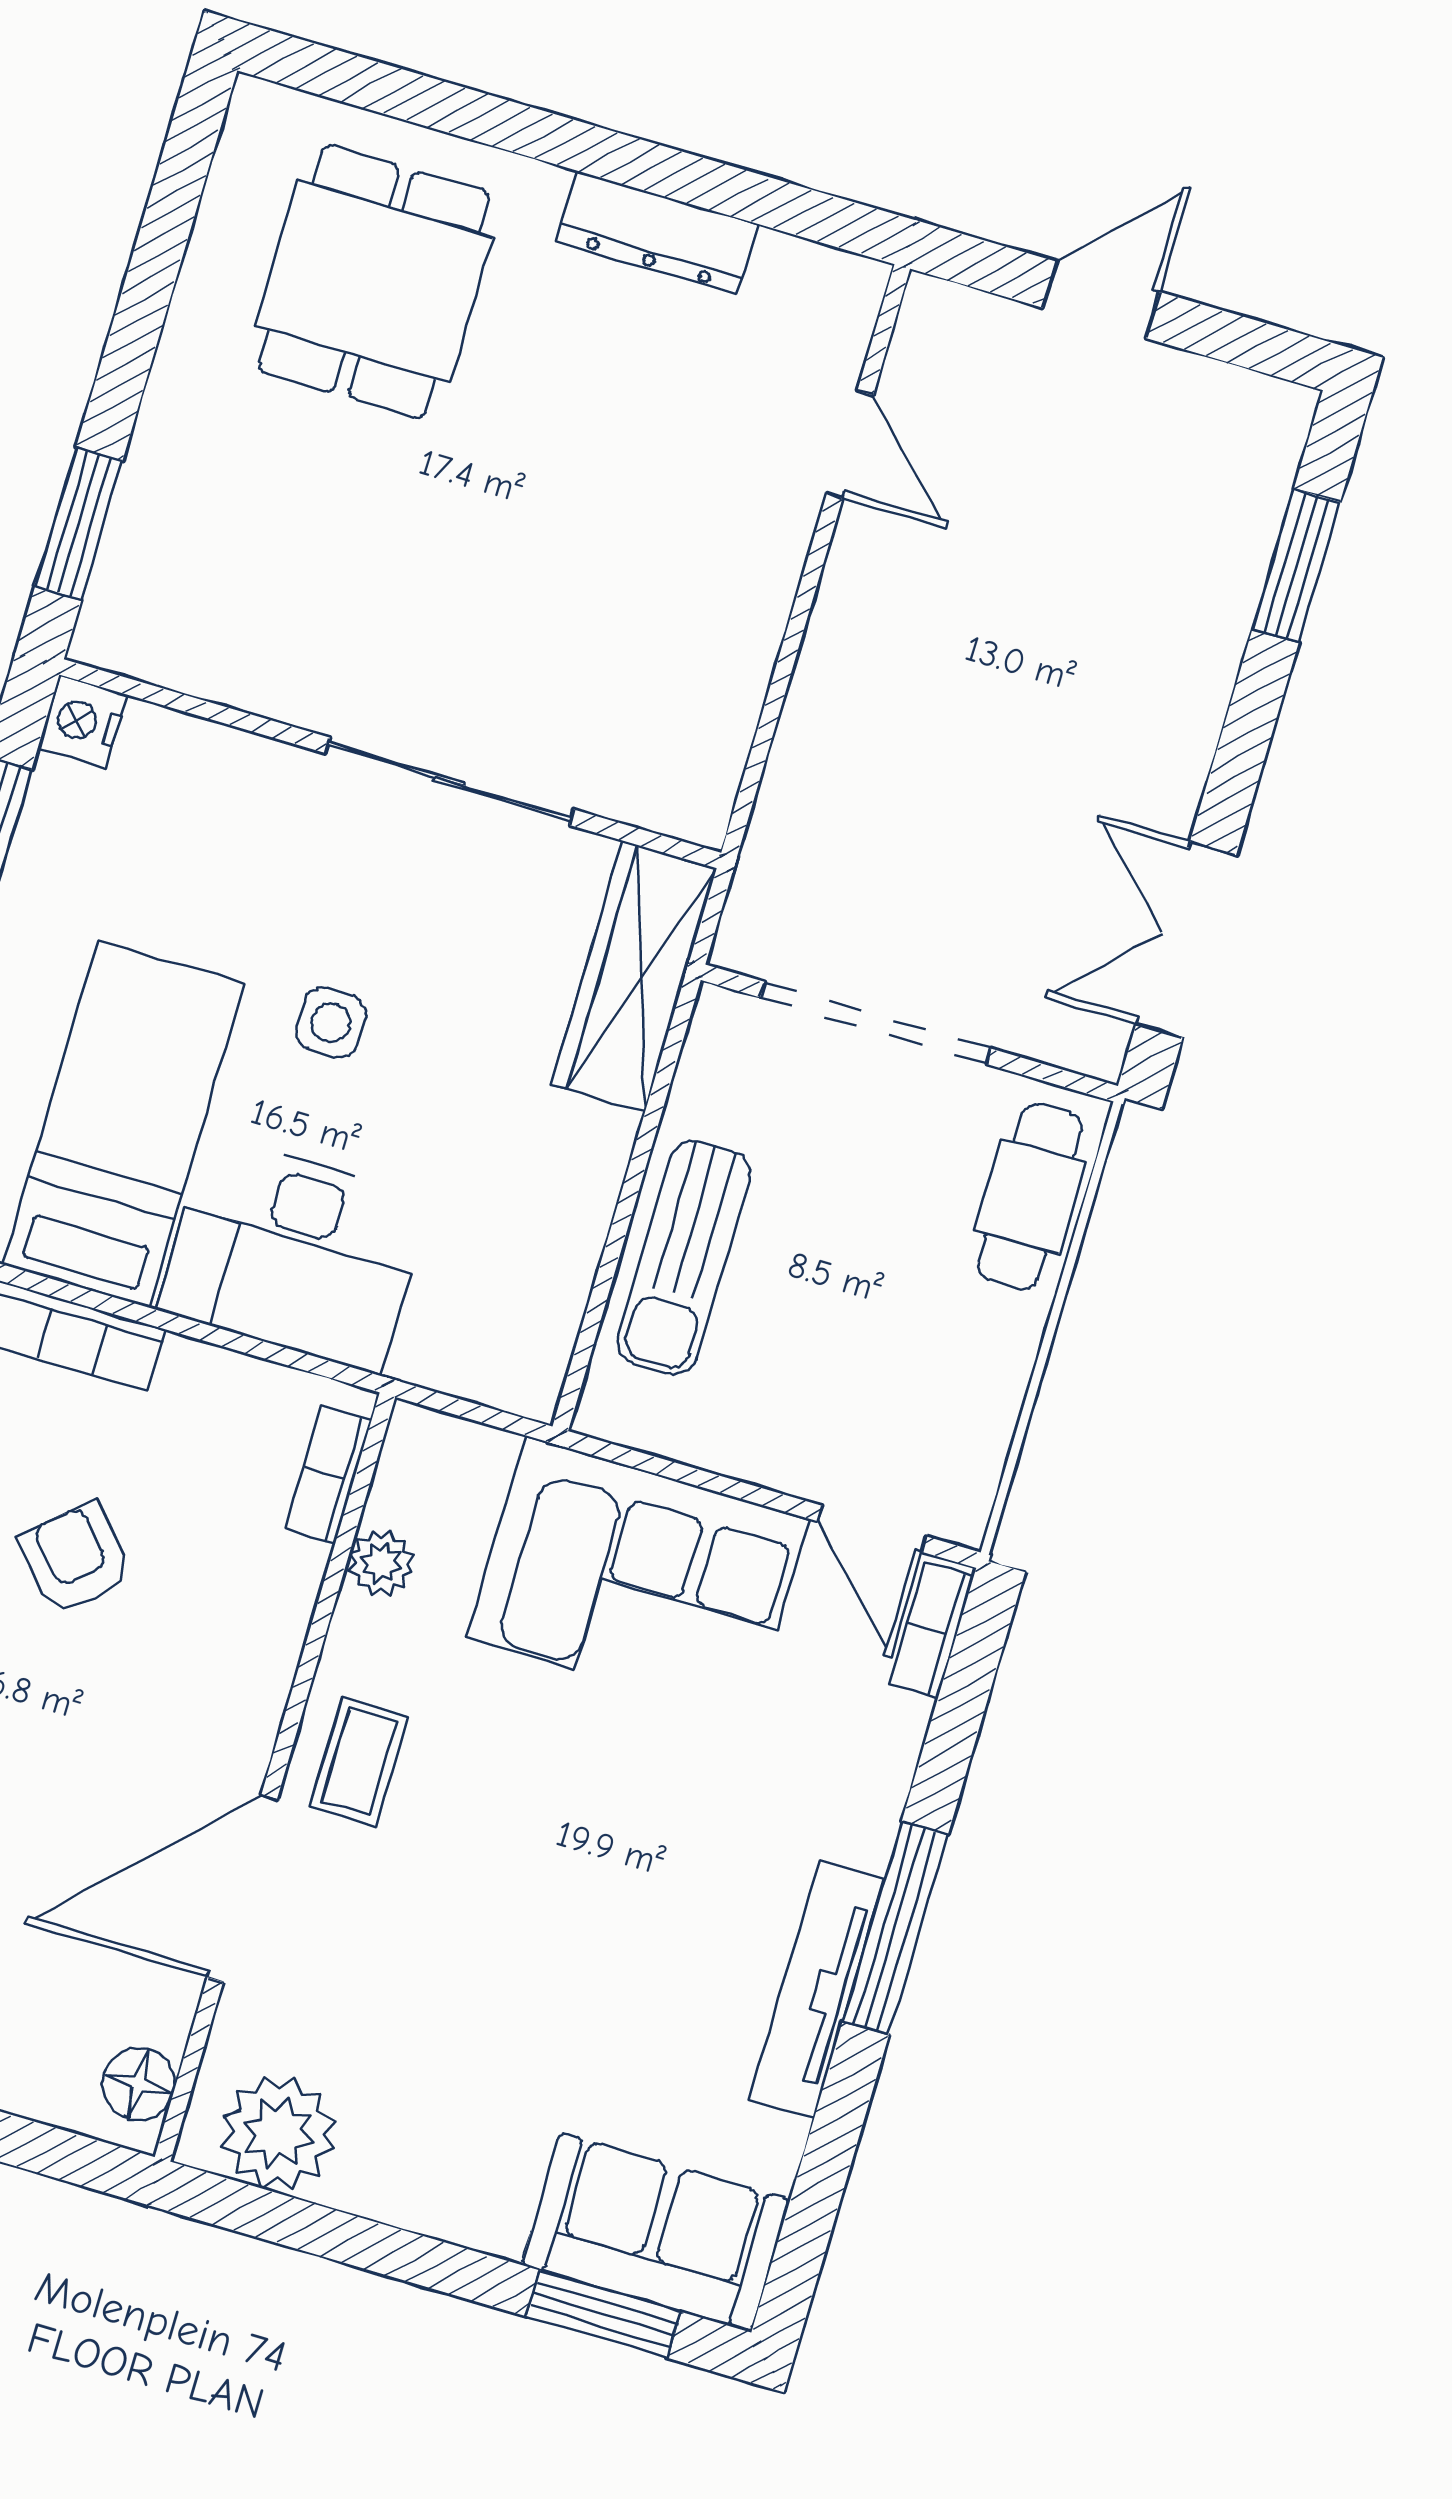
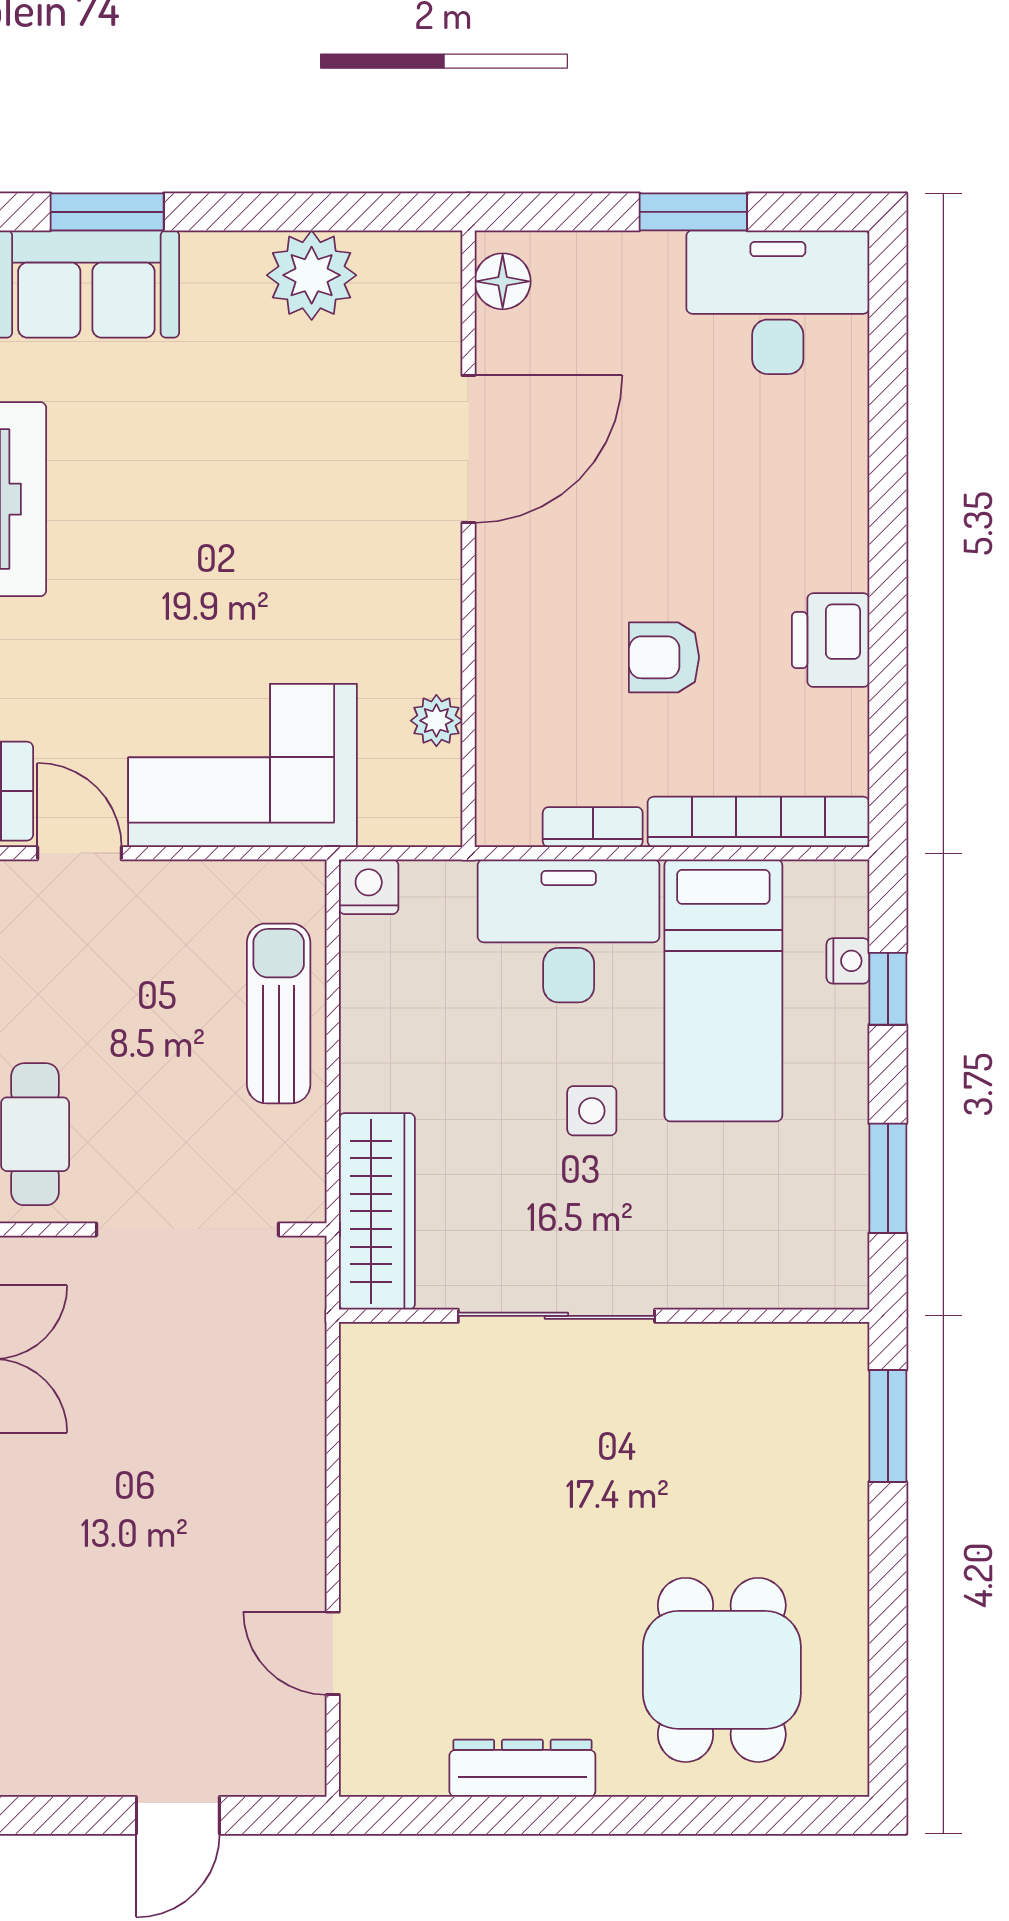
nightstand: (82, 721) -> (369, 887), moved, turned -90
bookcase: (329, 1475) -> (593, 827), moved, turned -90
armchair: (76, 1558) -> (664, 657), turned 132
coffee table: (360, 1762) -> (409, 569), removed
plant: (278, 2133) -> (312, 275), moved

